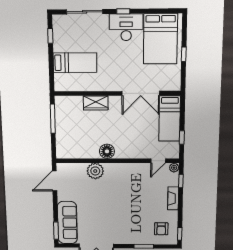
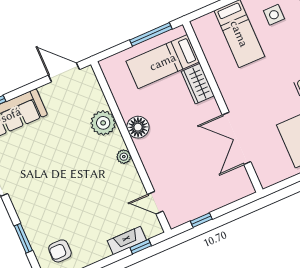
side table: (72, 35) -> (274, 15), added
bed: (170, 119) -> (163, 62), moved
plant: (174, 168) -> (124, 157), moved
fireplace: (173, 198) -> (127, 240), moved

